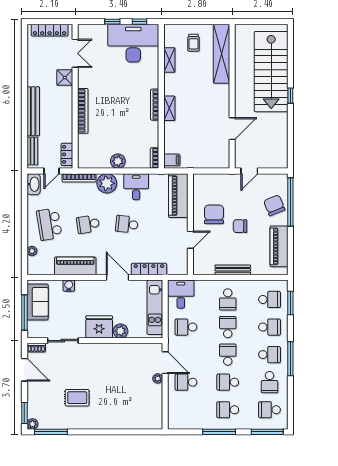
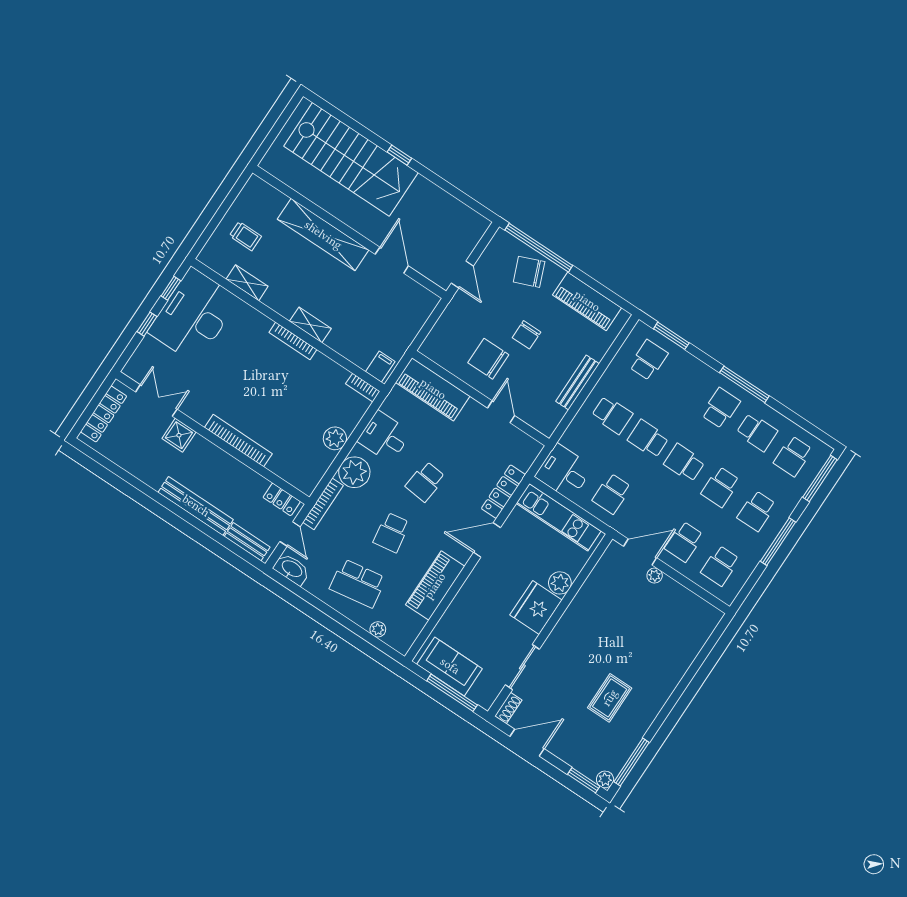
shelving: (222, 54) -> (323, 235), moved
water cooler: (69, 286) -> (455, 611), removed
school desk: (270, 327) -> (720, 566), moved, turned 180

